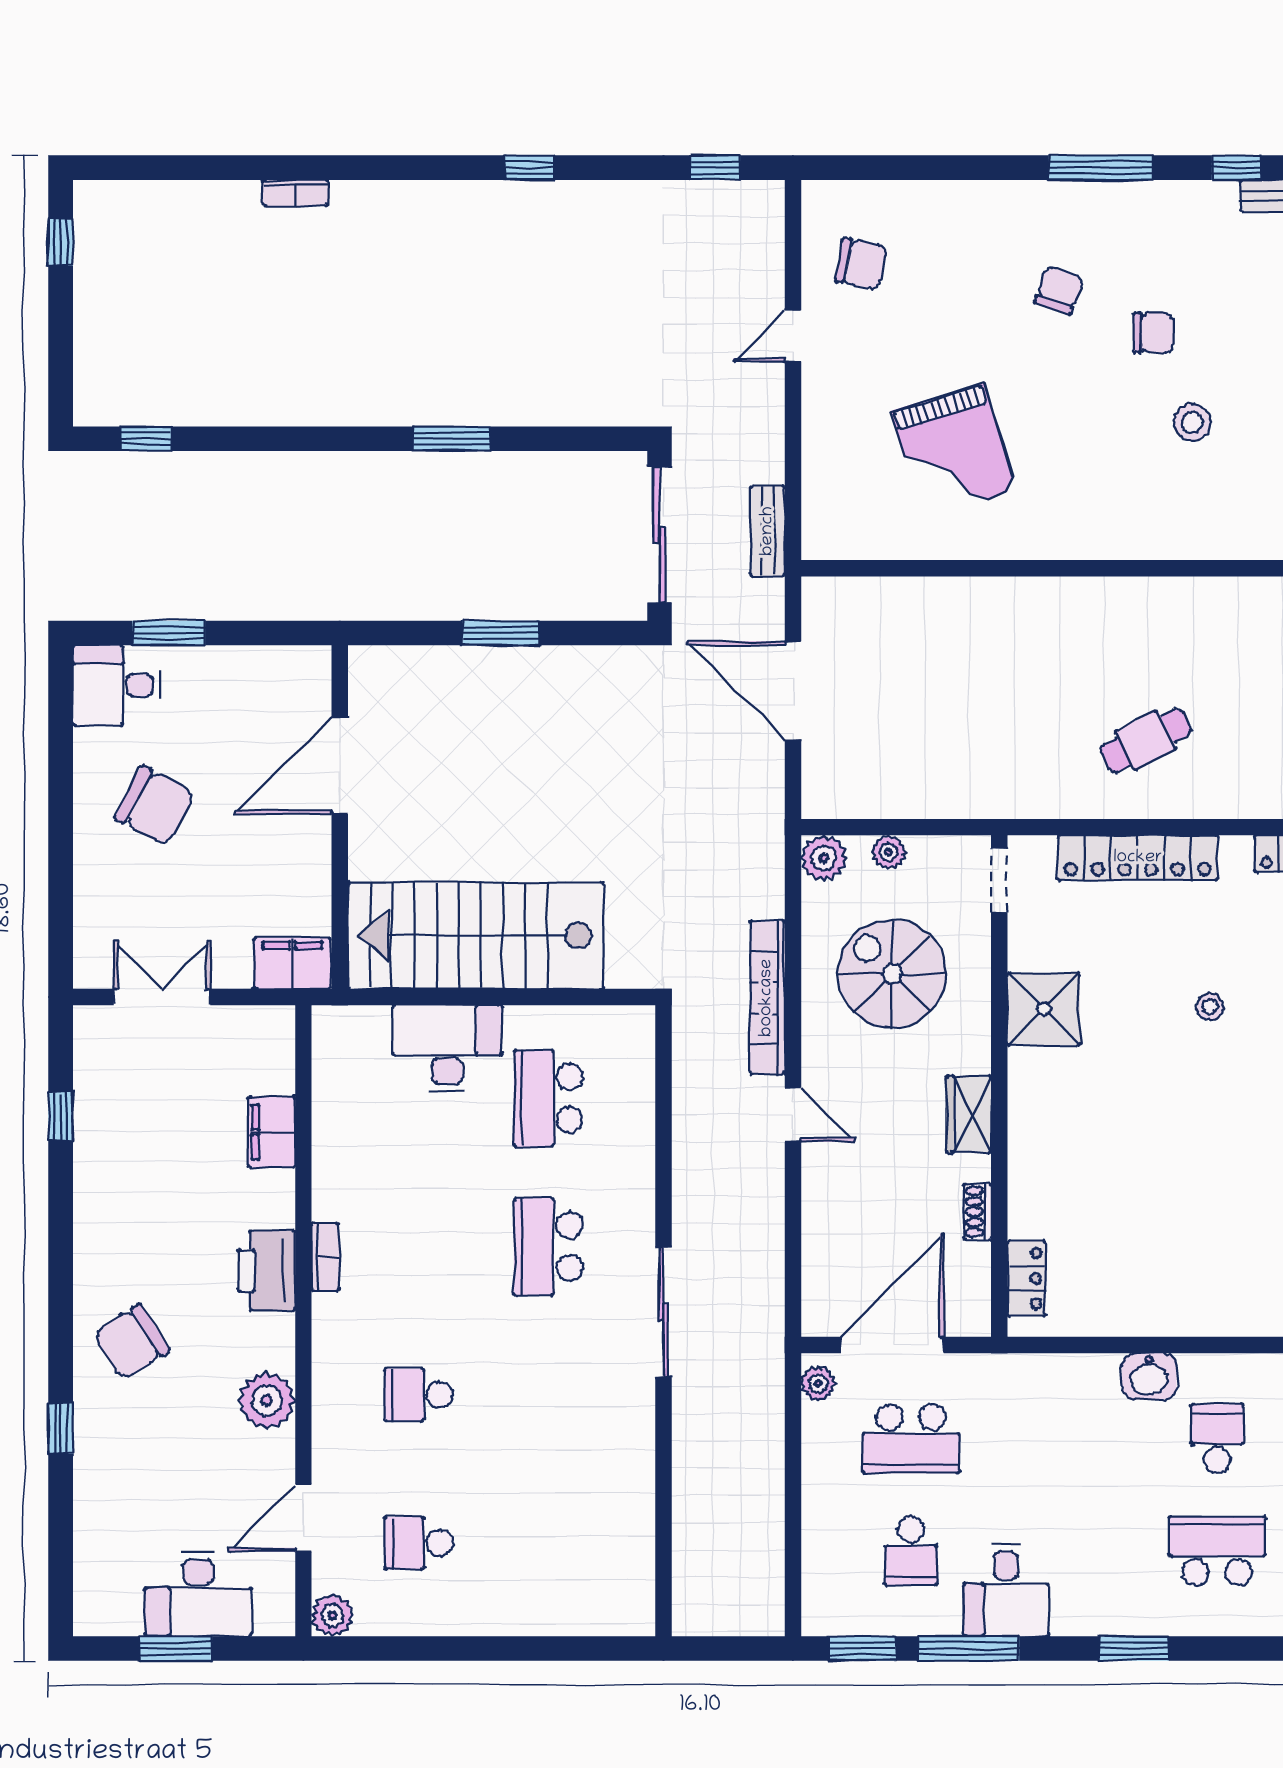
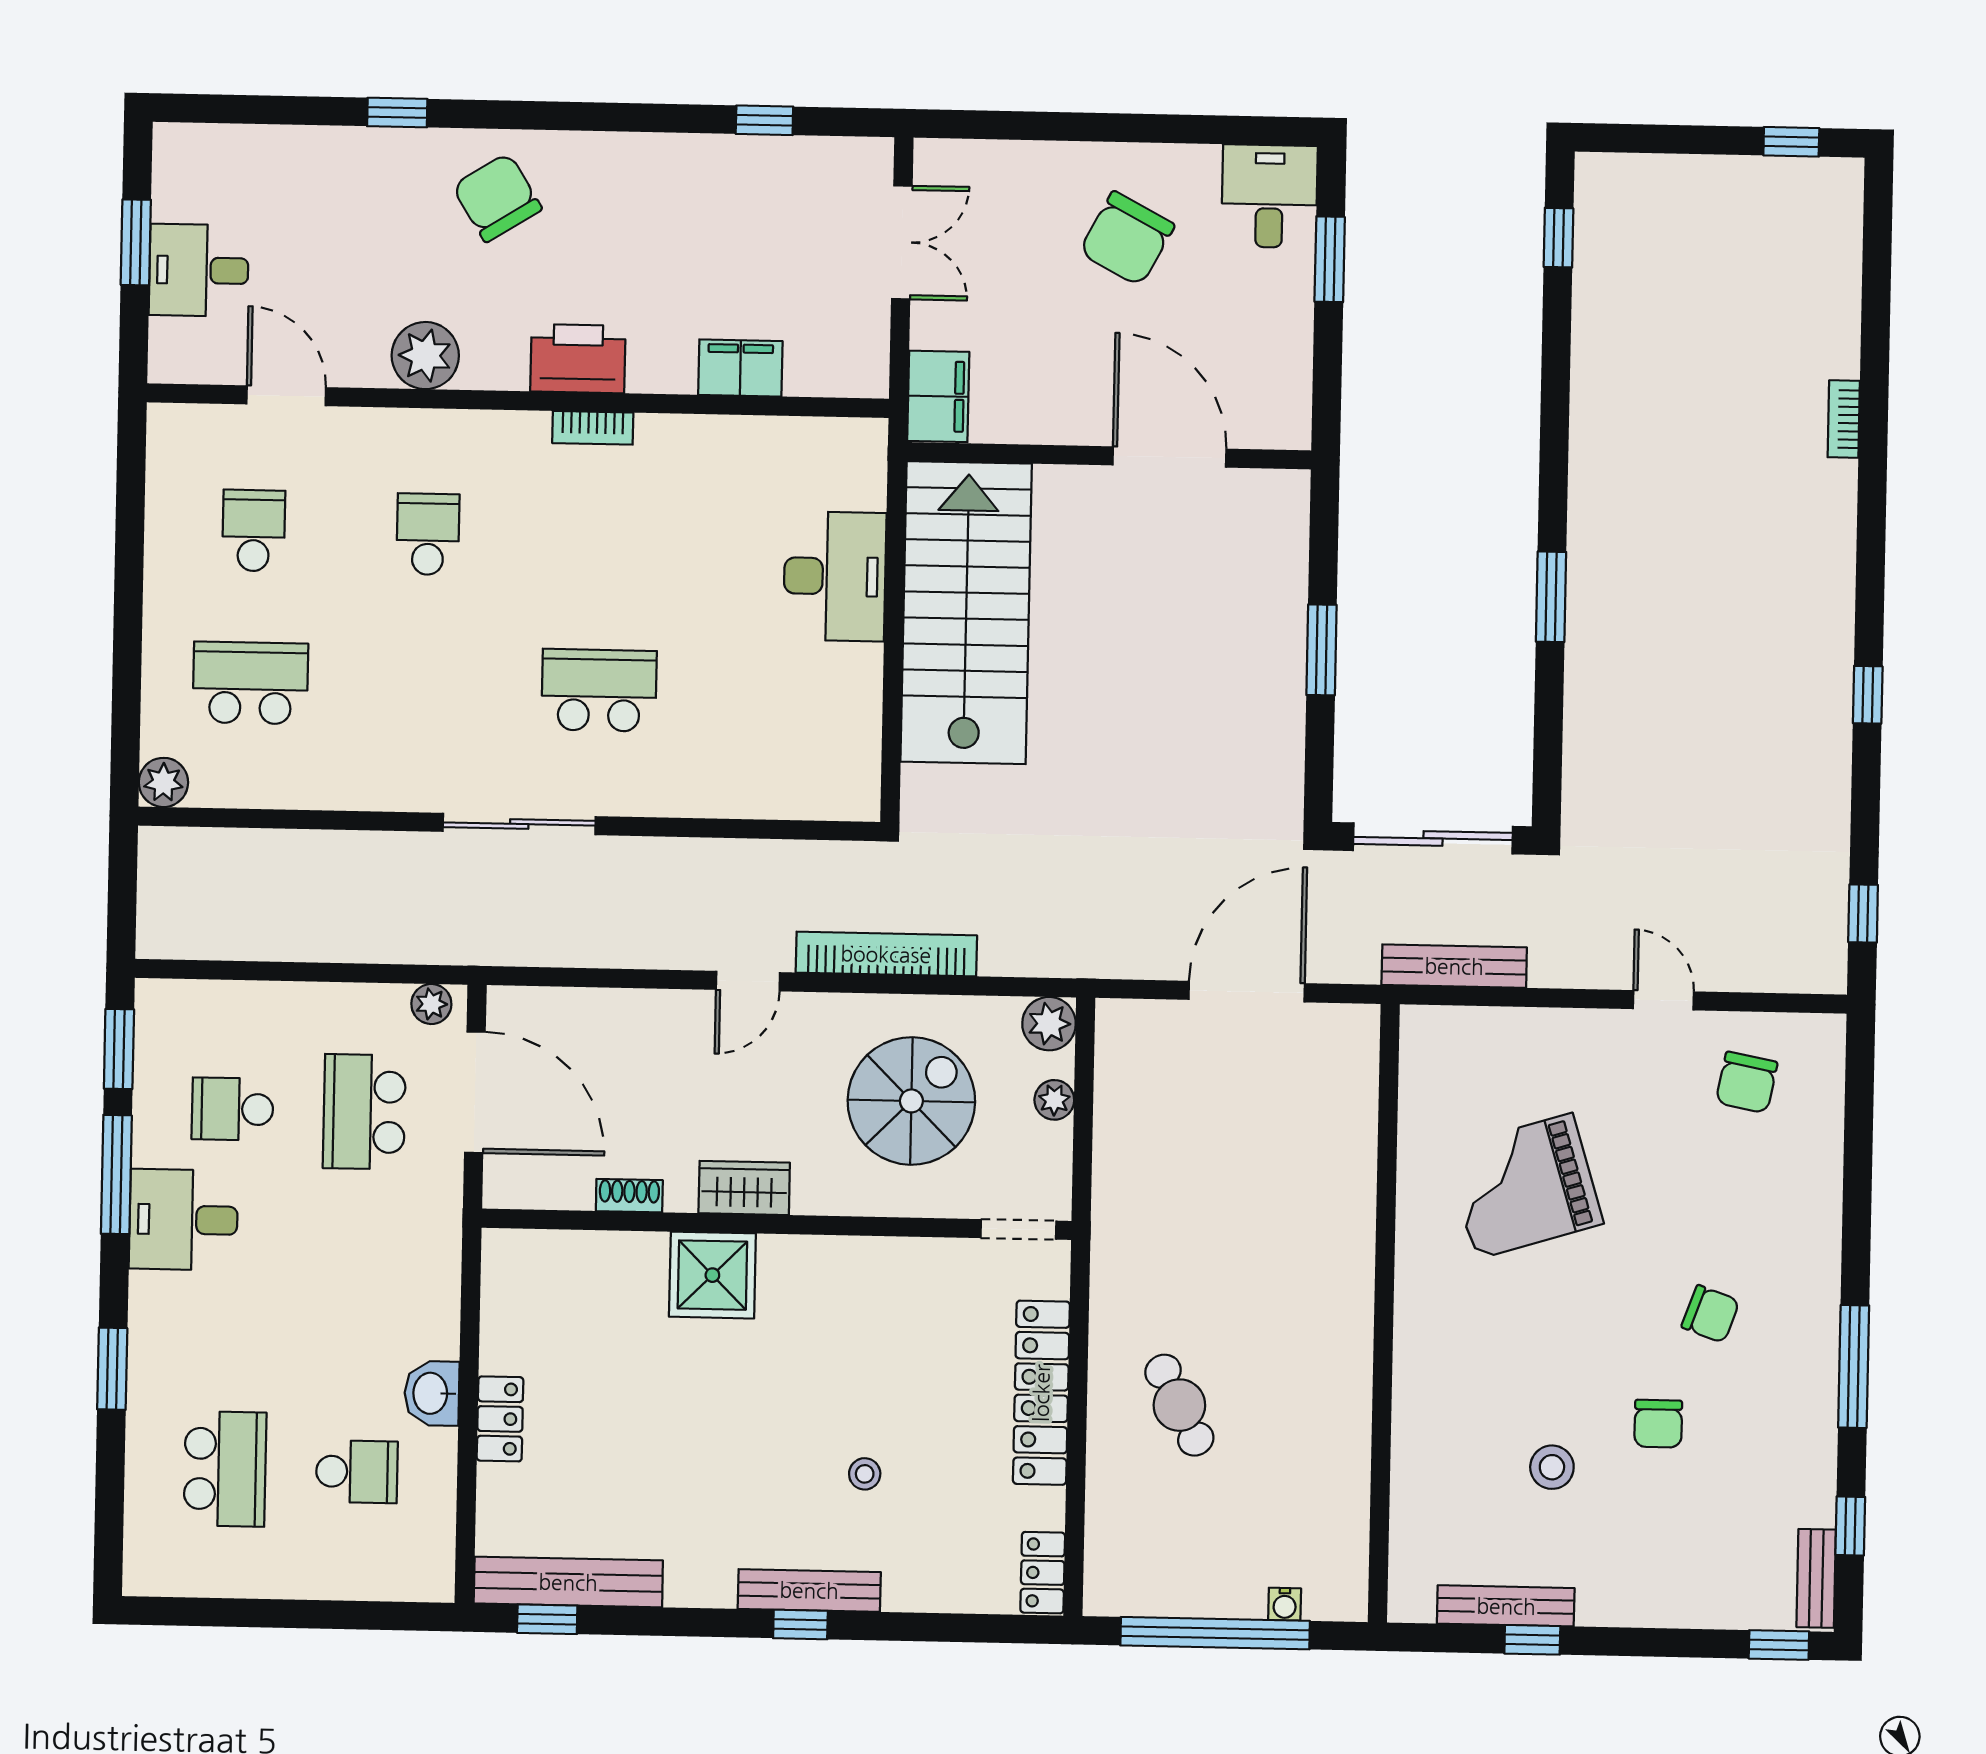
bench: (768, 531) -> (1454, 966), width x1.36
shower: (1044, 1009) -> (712, 1275), moved
school desk: (548, 1098) -> (250, 683), moved
locker: (1027, 1278) -> (500, 1419), moved, turned -90
desk: (198, 1594) -> (199, 270), width x0.73
plant: (332, 1615) -> (163, 782), moved

